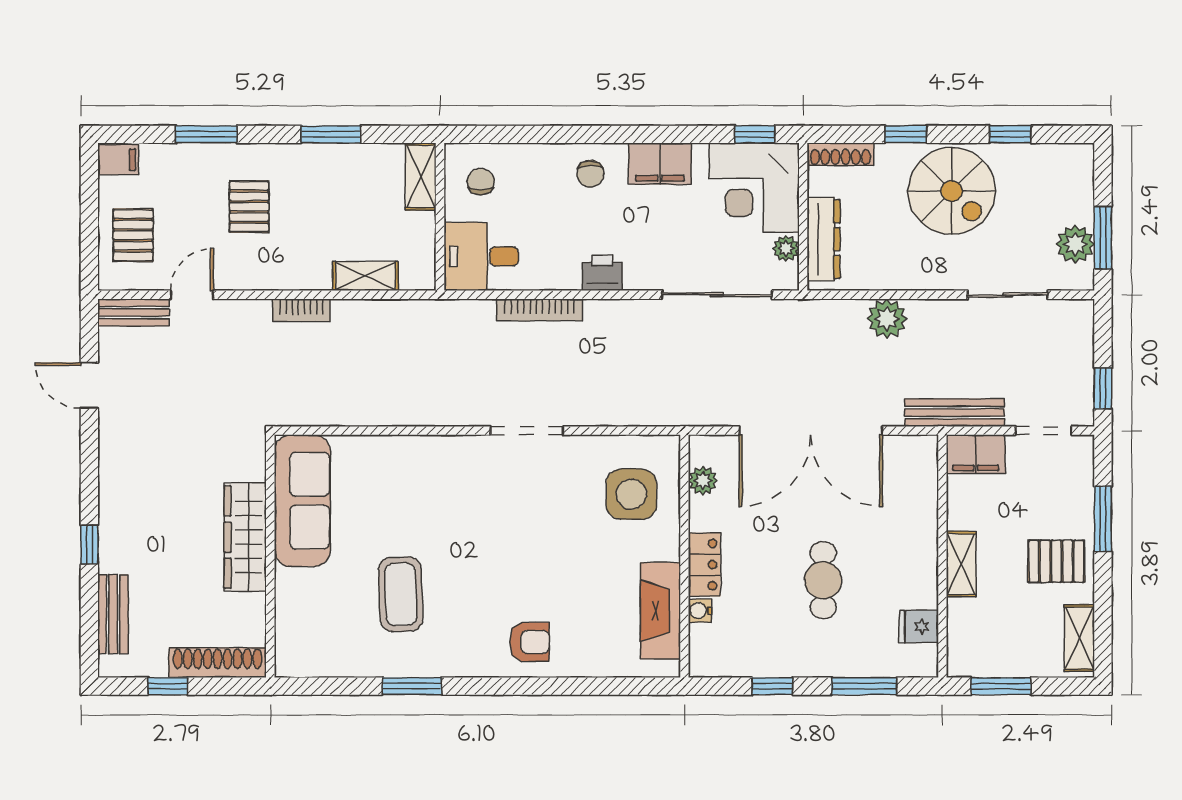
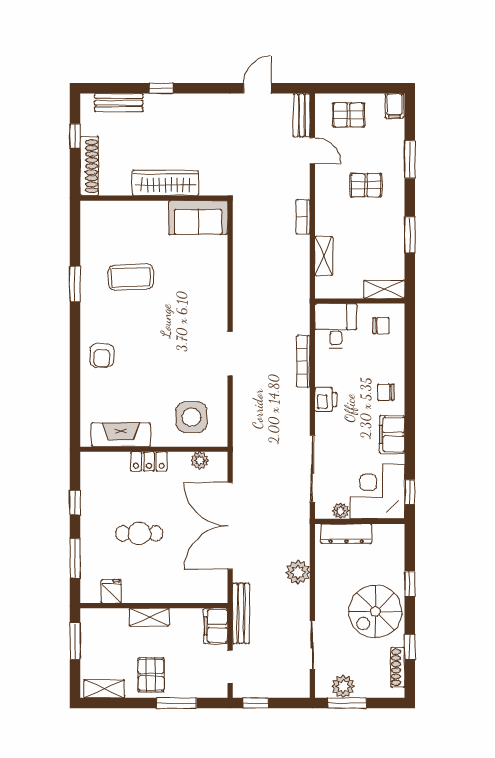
shoe rack: (841, 154) -> (398, 667), moved
sofa: (302, 501) -> (198, 218), width x0.73
water cooler: (700, 611) -> (121, 459), removed

